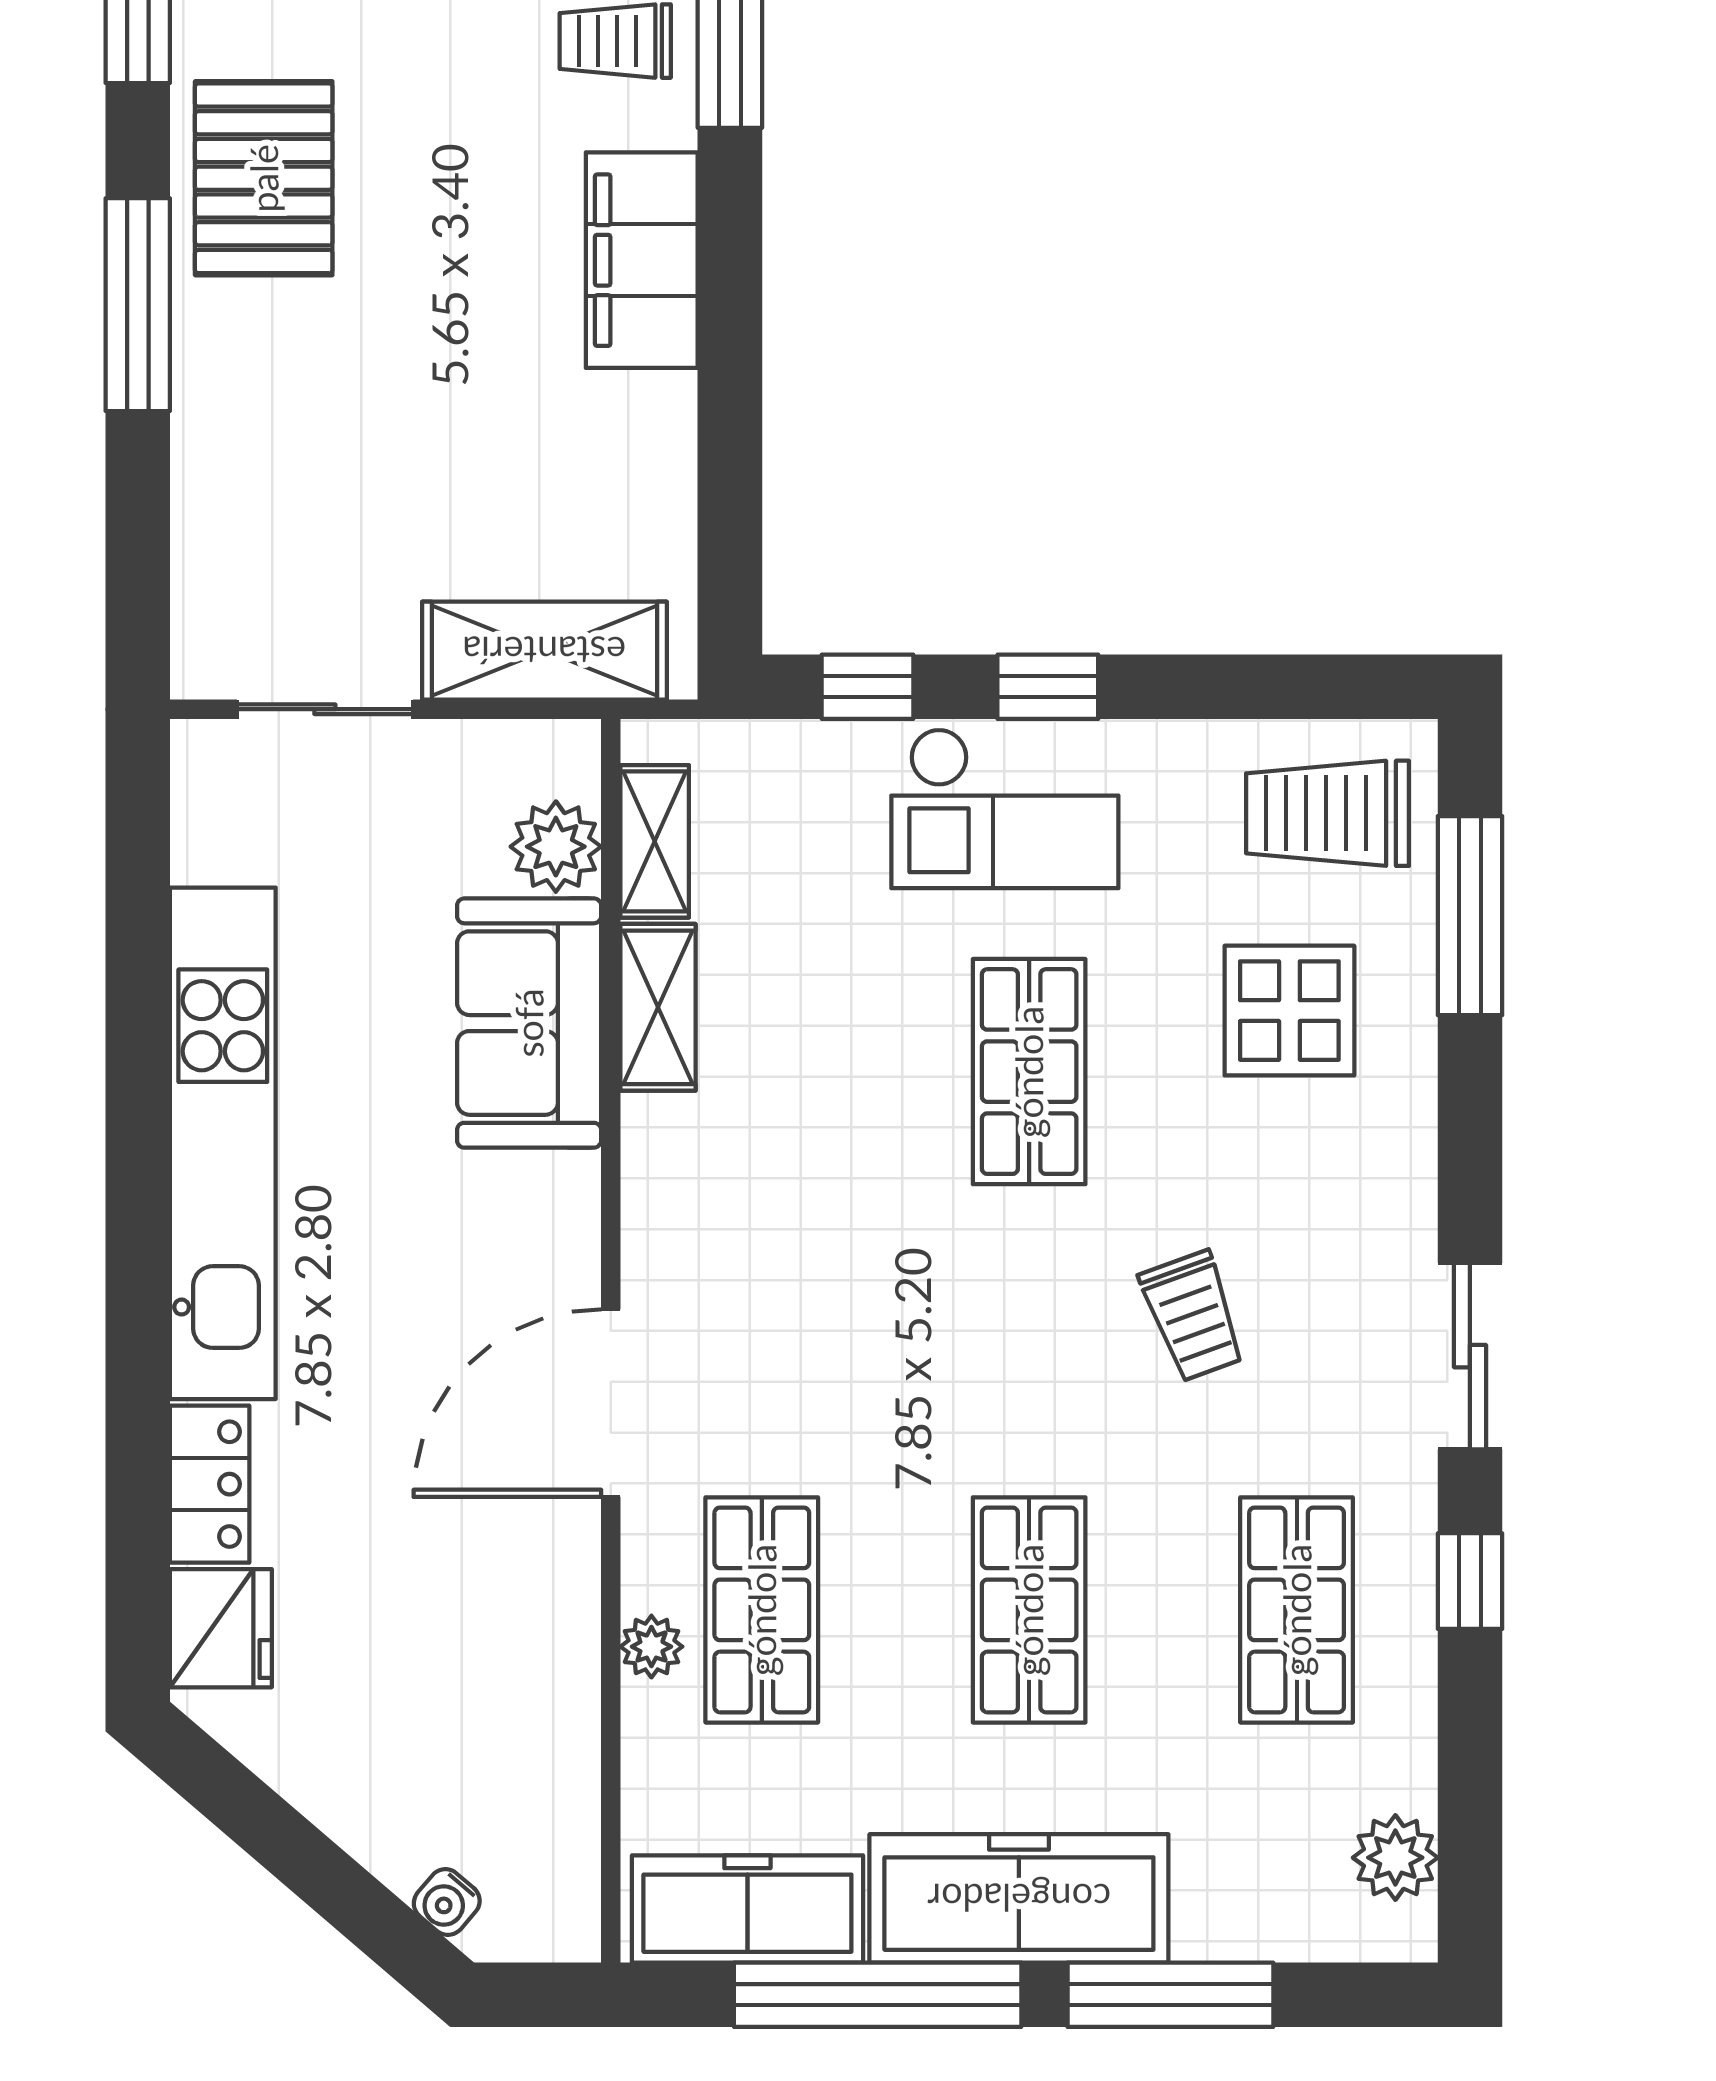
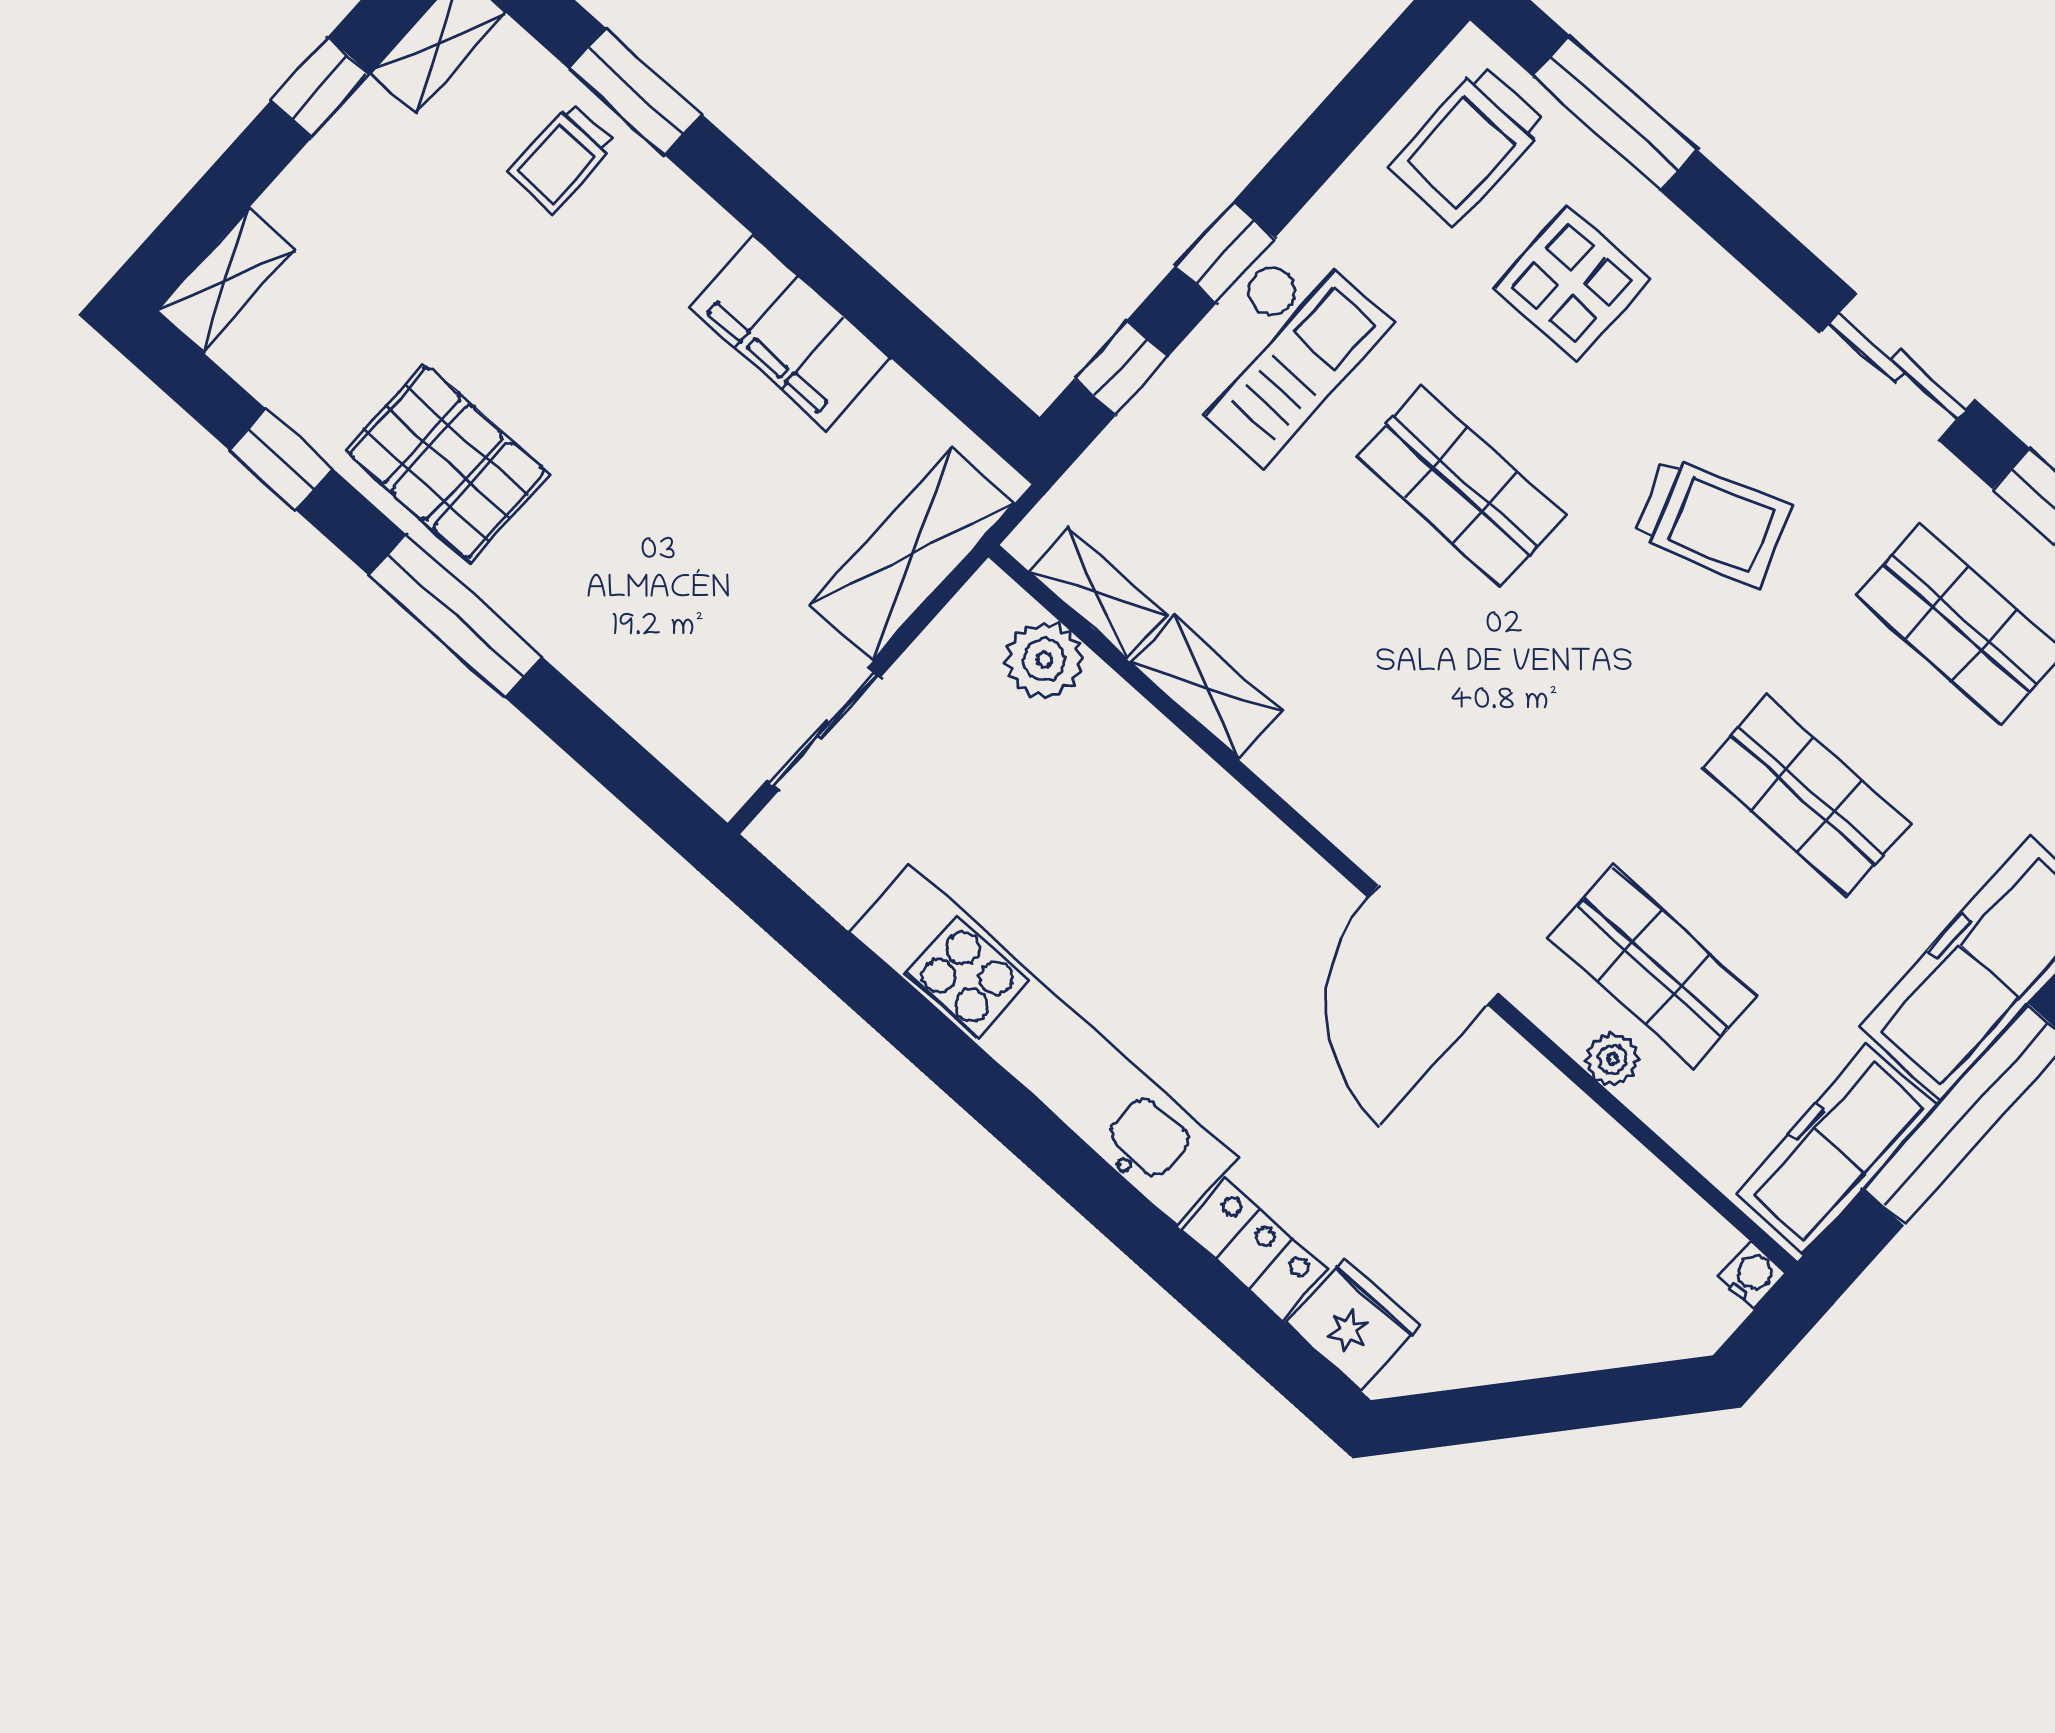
filing cabinet: (642, 260) -> (790, 332), moved
sofa: (529, 1023) -> (1142, 779), removed
trolley: (1193, 1316) -> (1712, 522), width x1.36, depth x1.39
water cooler: (447, 1902) -> (1752, 1275), moved, turned -131

